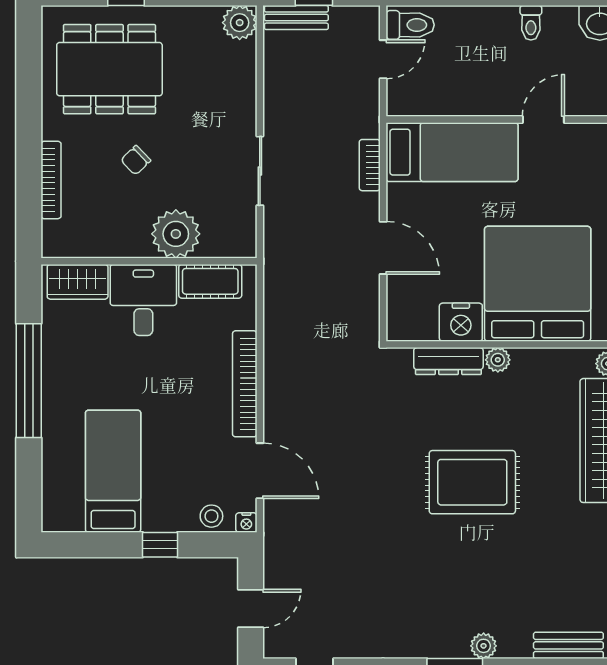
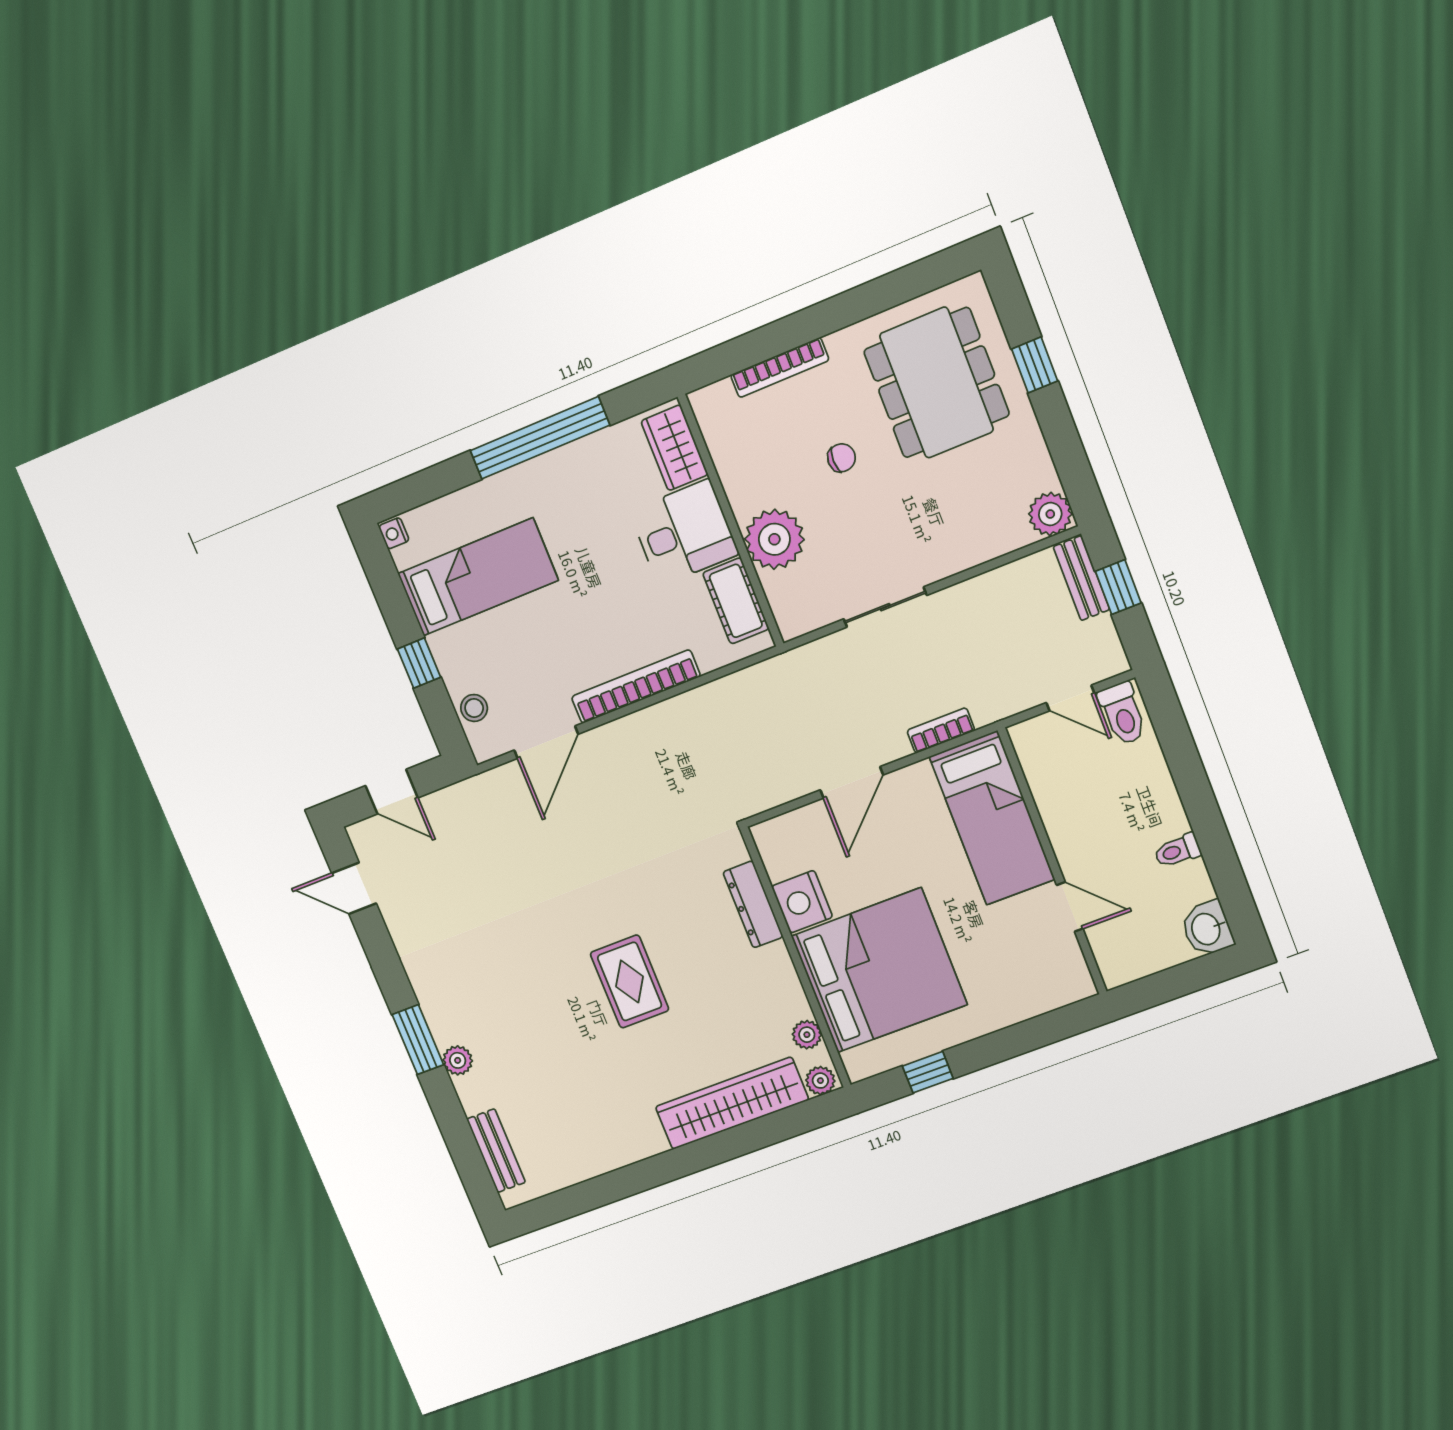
chair: (136, 160) -> (842, 458), turned 134
plant: (498, 360) -> (807, 1035), moved
rug: (472, 482) -> (630, 981), width x0.73, depth x0.70
nightstand: (246, 523) -> (394, 533), moved

